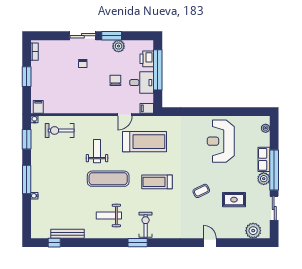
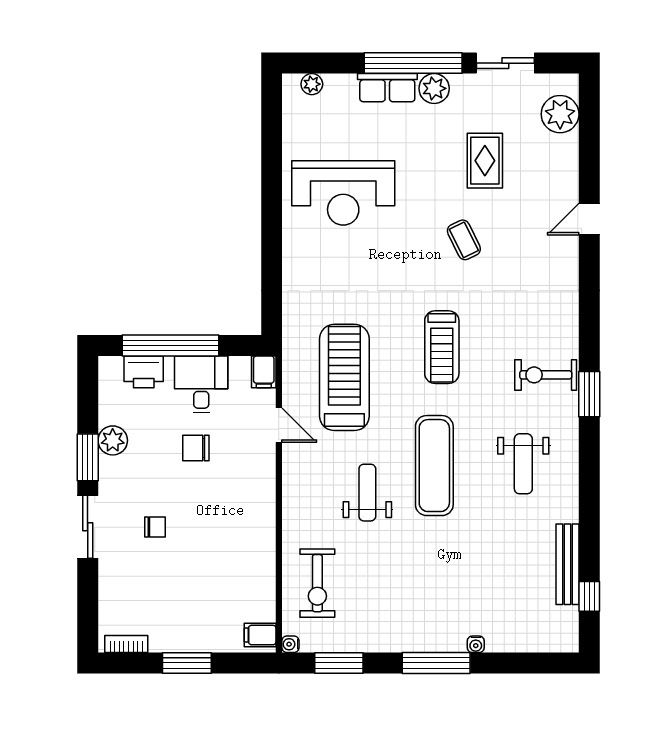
weight bench: (97, 151) -> (367, 493), turned 90

